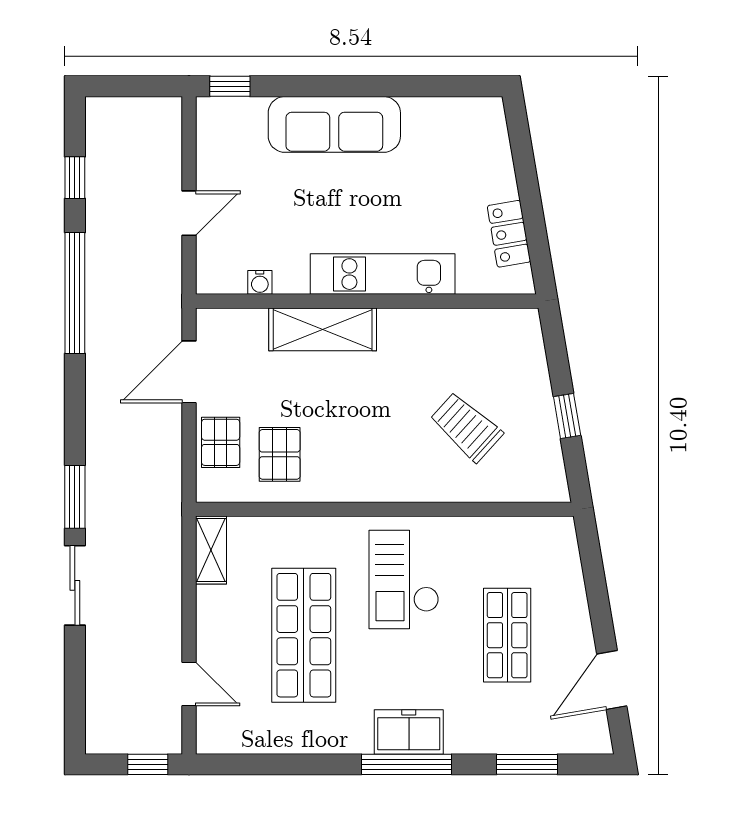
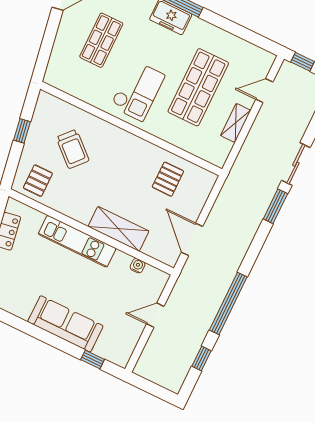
window: (230, 86) -> (93, 359), moved
door: (189, 372) -> (192, 239), swing flipped
pallet: (221, 442) -> (38, 181), moved
shelving: (211, 550) -> (236, 123), moved
door: (189, 684) -> (264, 91), hinge flipped

